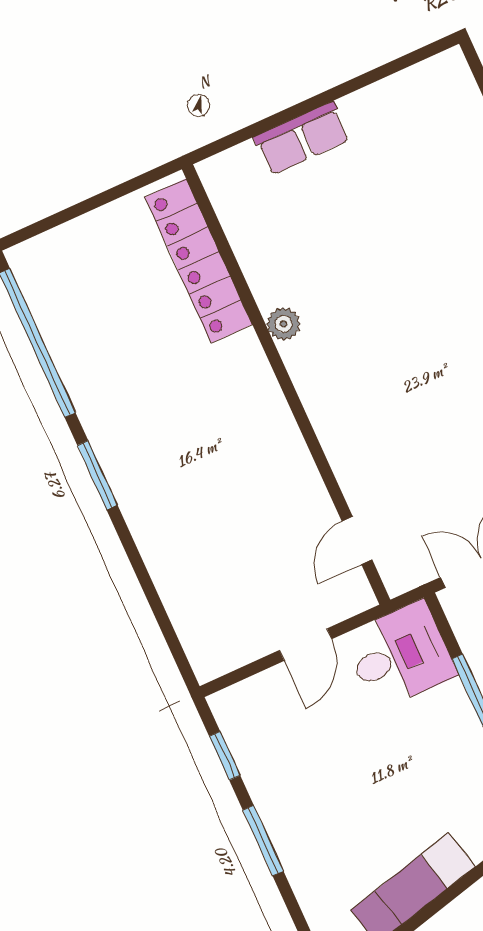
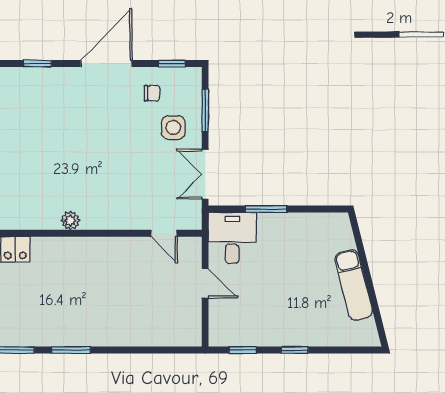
plant: (284, 324) -> (70, 221), moved
window: (263, 841) -> (295, 350), width x0.67

